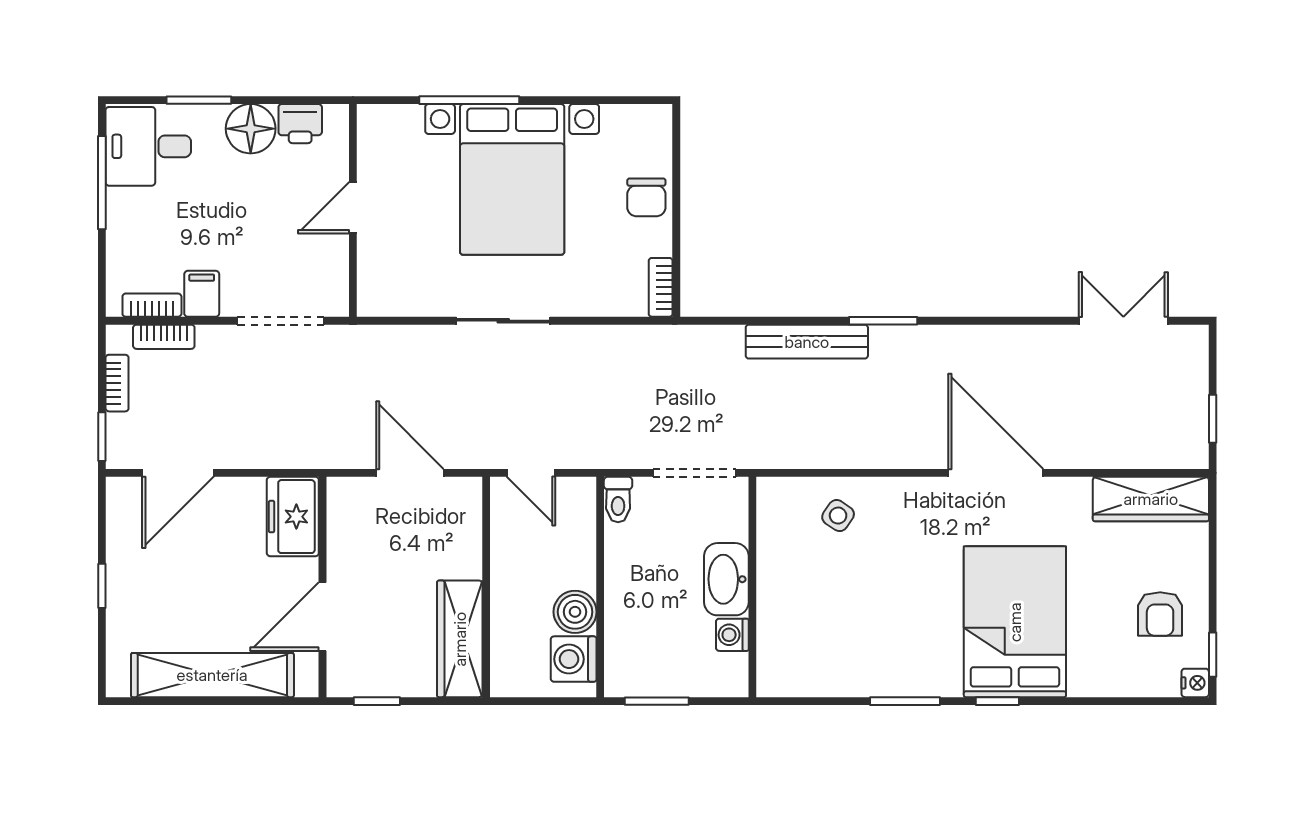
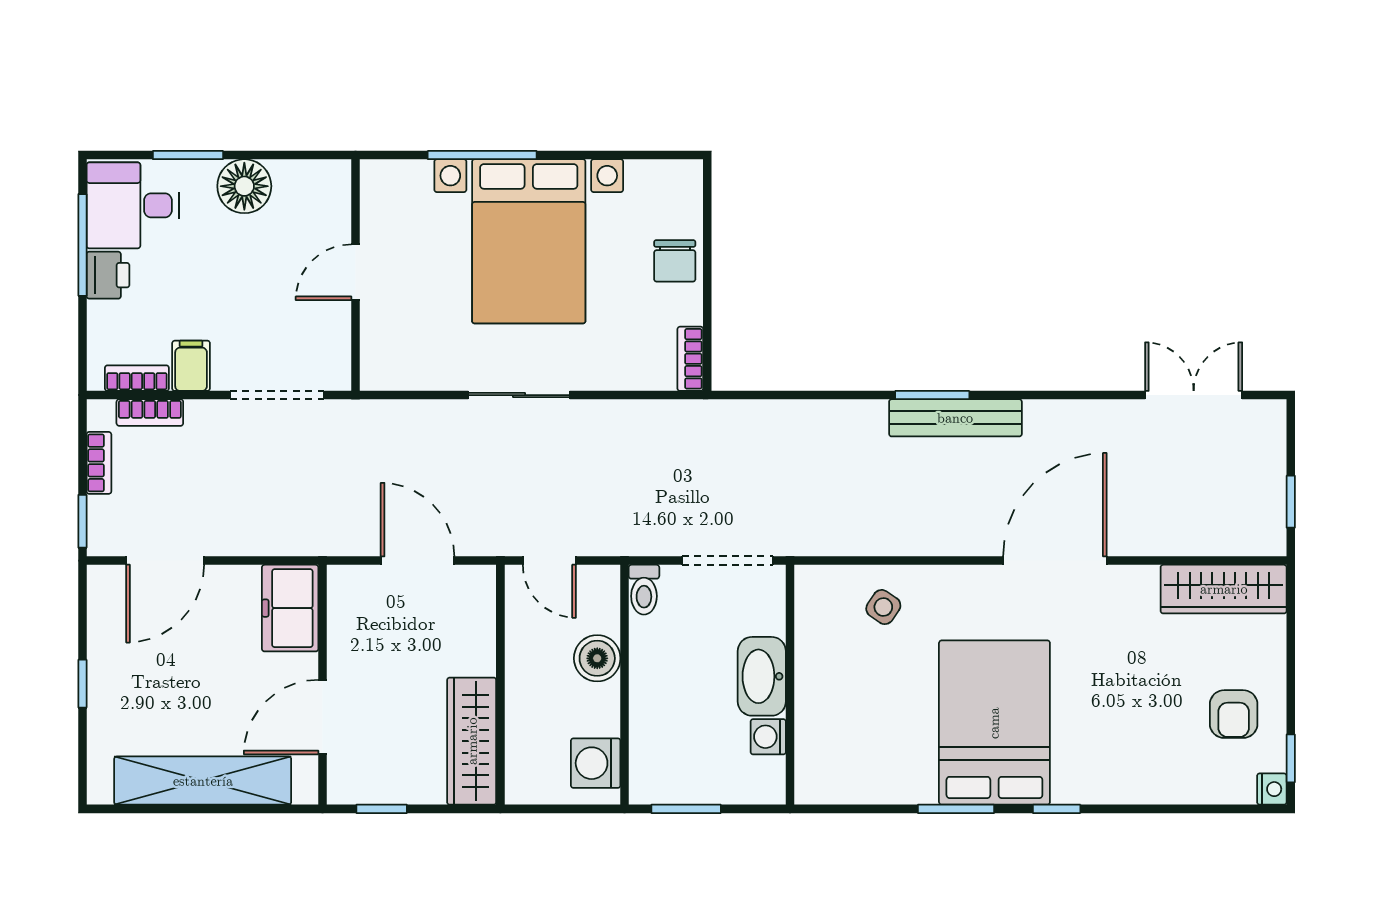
printer: (300, 124) -> (108, 275), moved, turned -90
bench: (807, 342) -> (955, 418), moved
door: (996, 473) -> (1055, 561), hinge flipped
boiler: (575, 612) -> (597, 658), moved
bed: (1015, 622) -> (994, 723), moved

